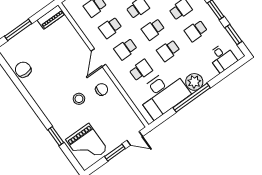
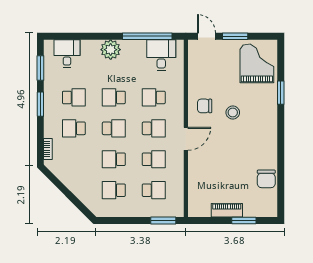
piano: (51, 17) -> (227, 210), moved
window: (18, 30) -> (244, 220), width x0.69
school desk: (168, 51) -> (114, 97), turned 180
desk: (163, 94) -> (161, 55), width x0.53, depth x0.77
window: (192, 98) -> (147, 36), moved

